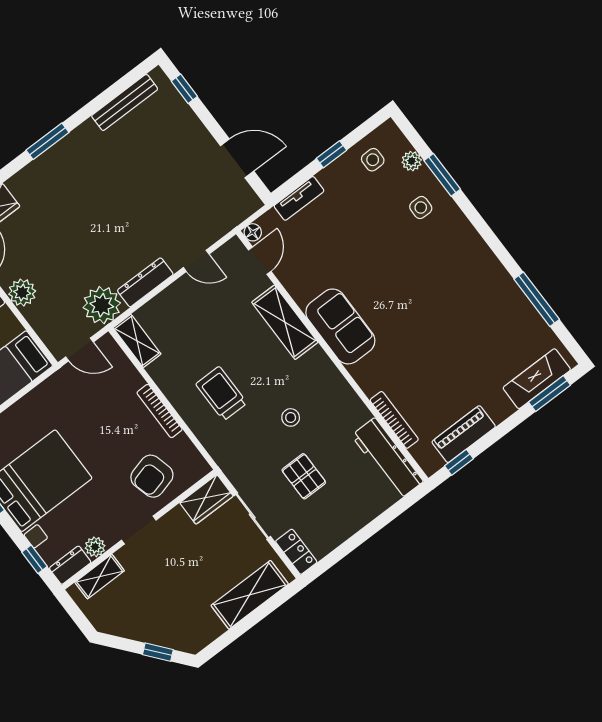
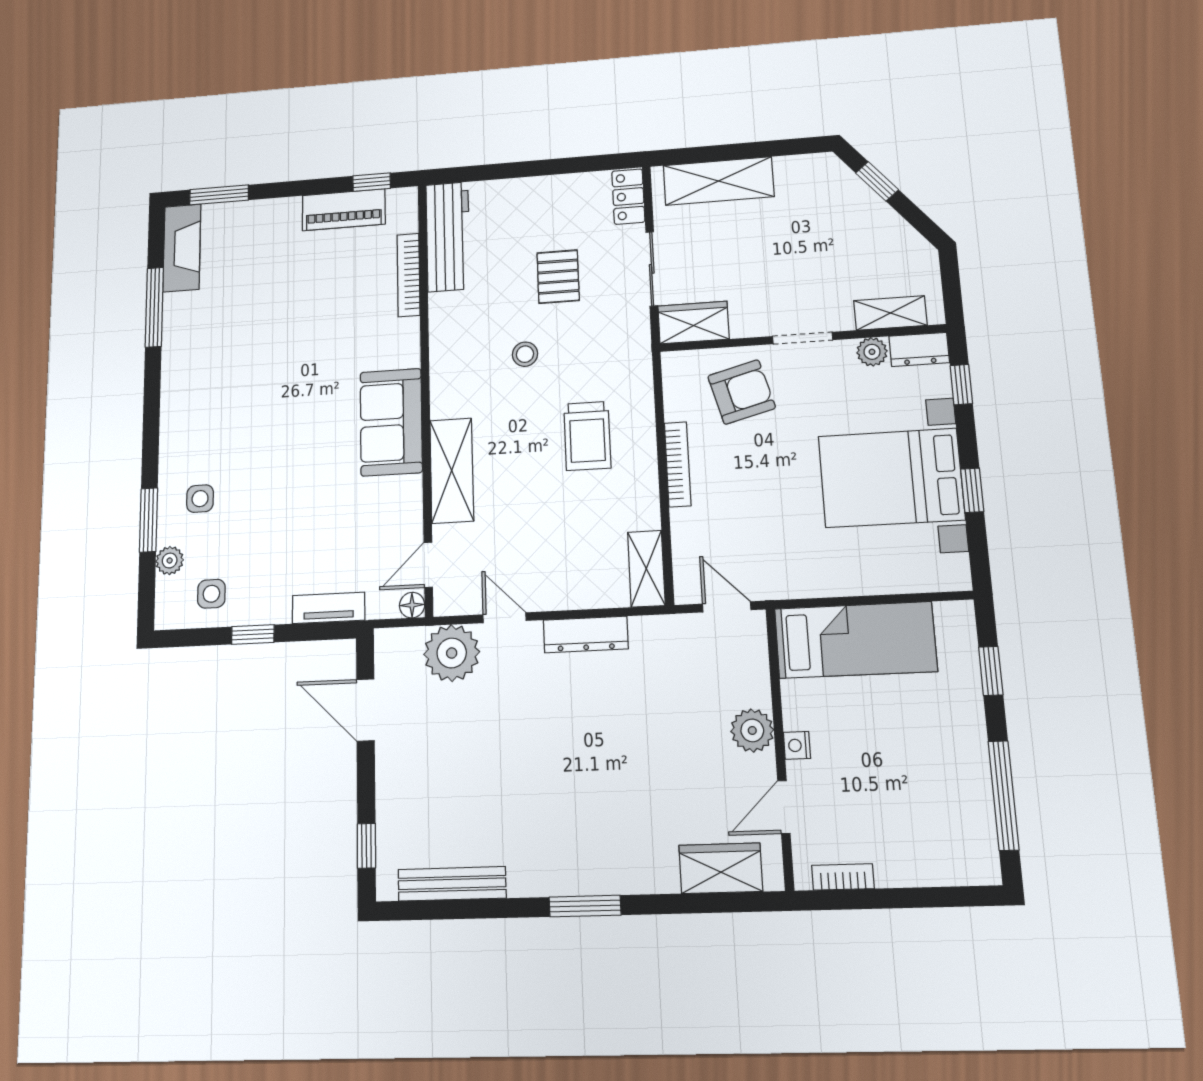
plant: (102, 305) -> (452, 653), moved
fireplace: (537, 379) -> (182, 248), moved, turned -90

